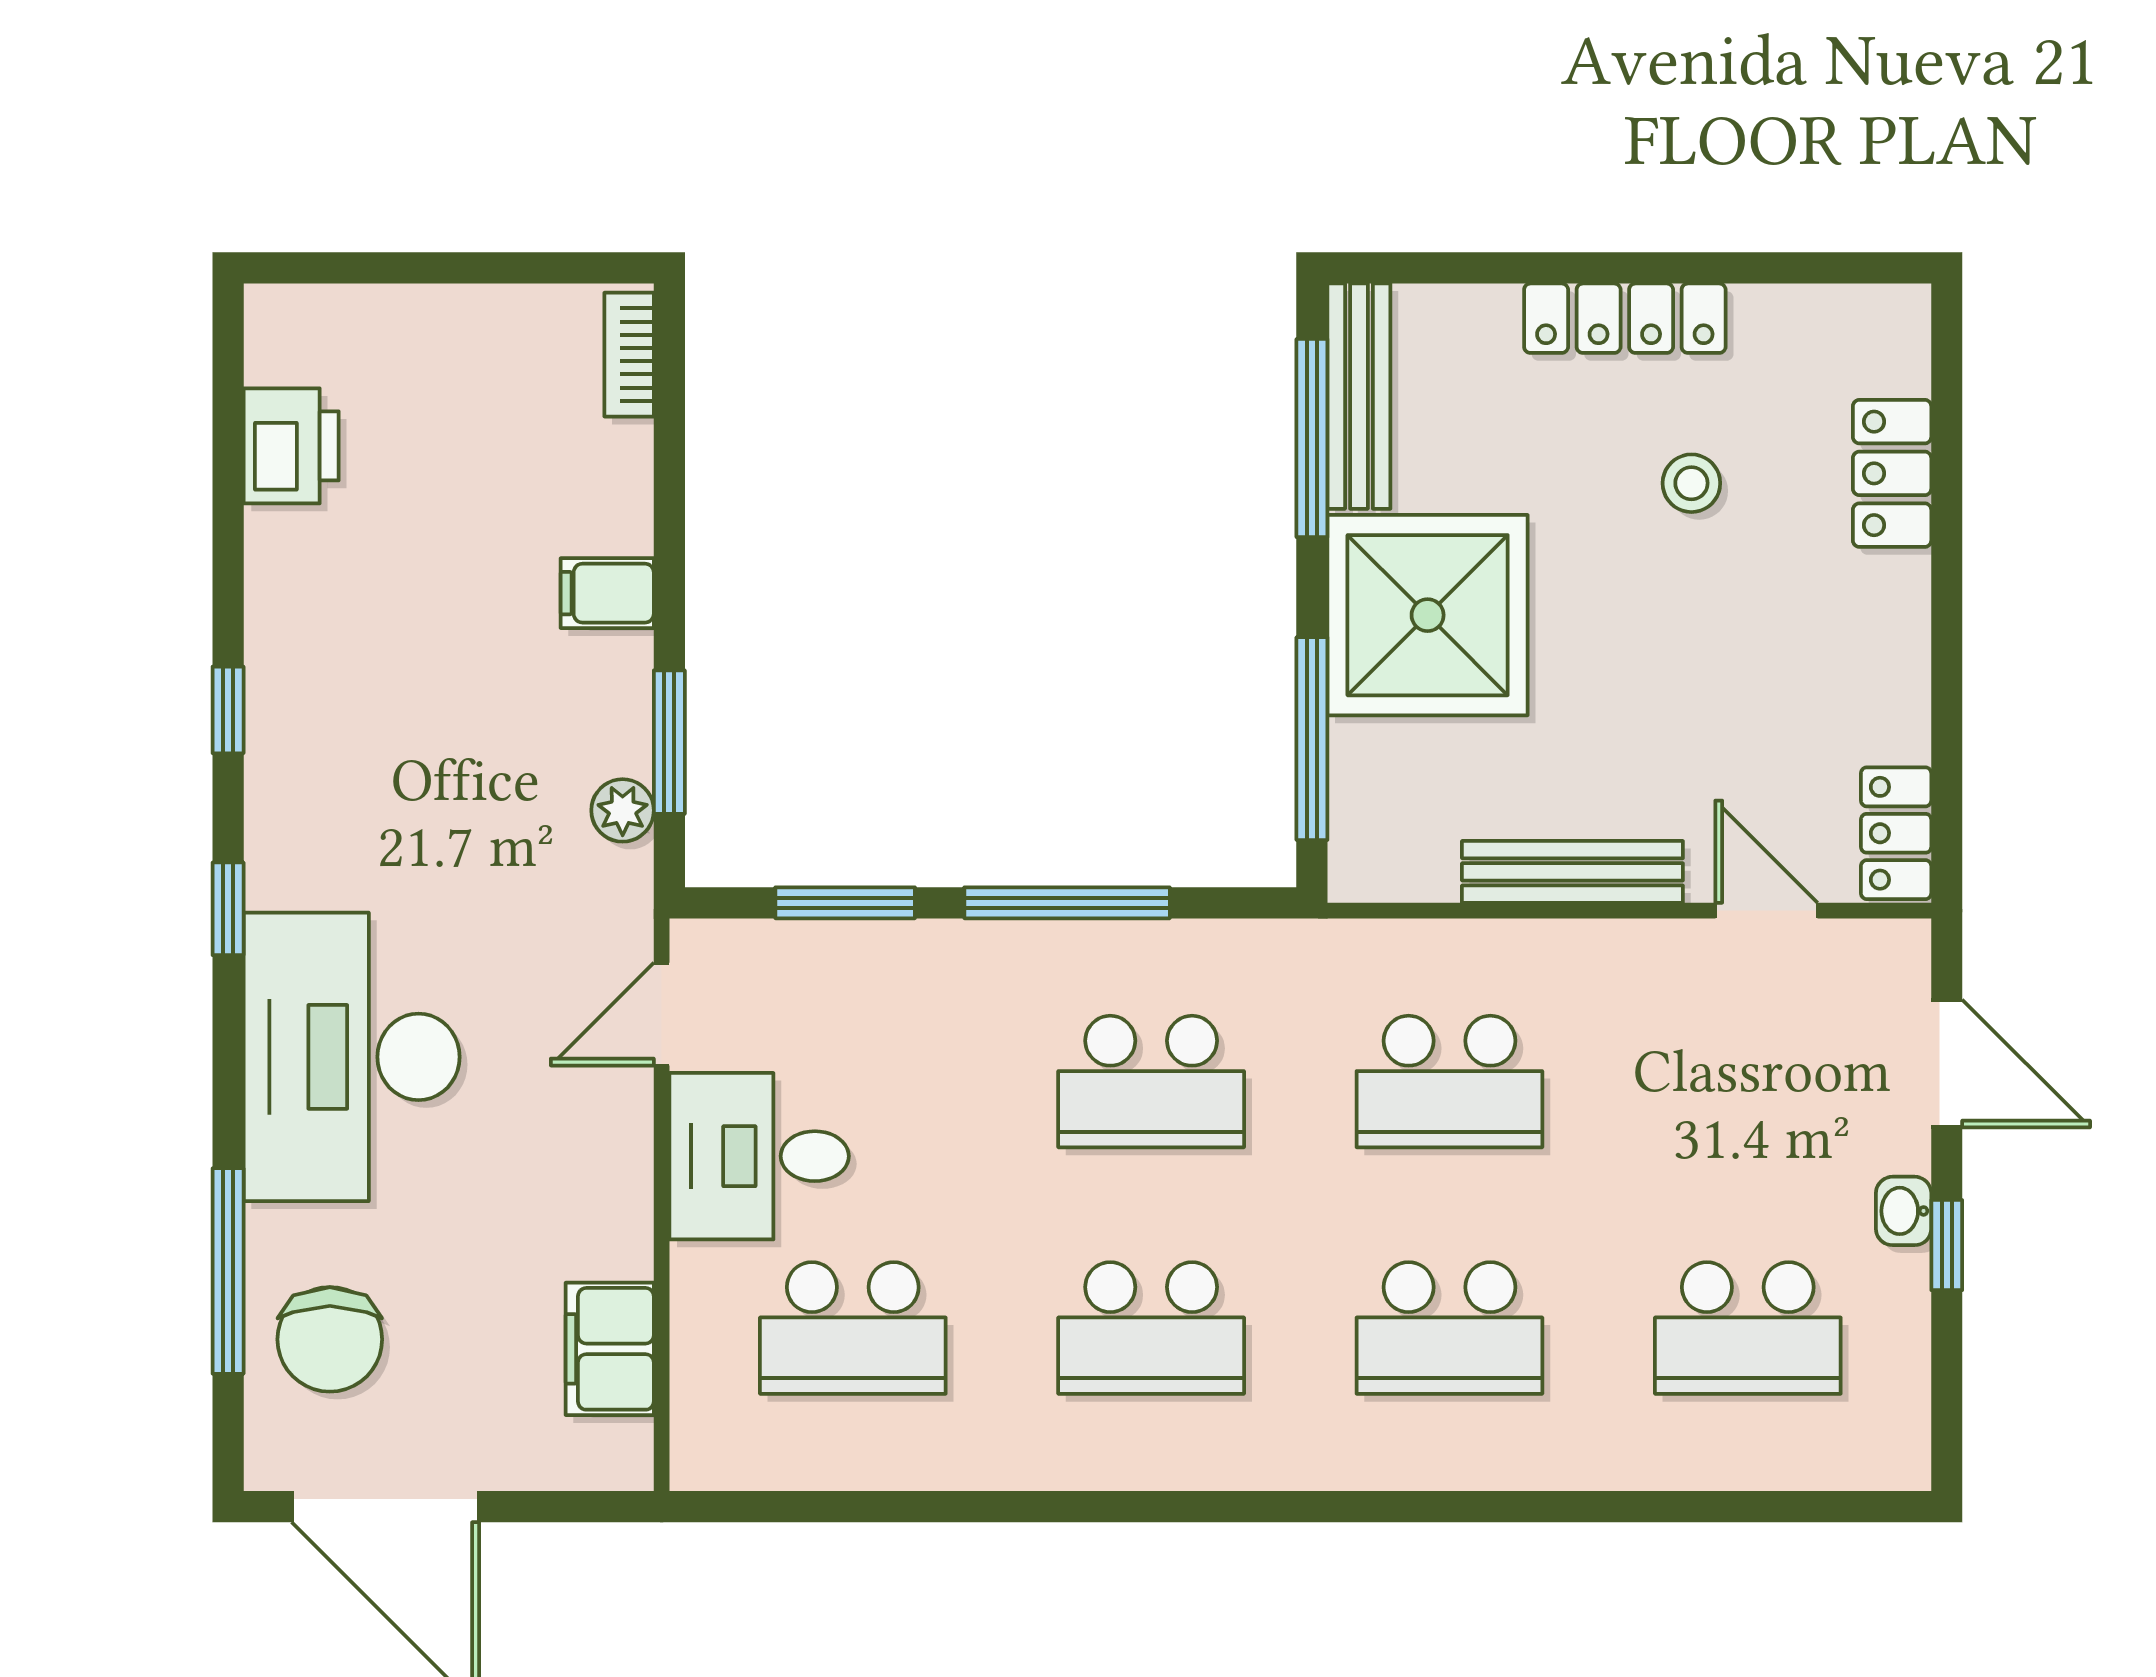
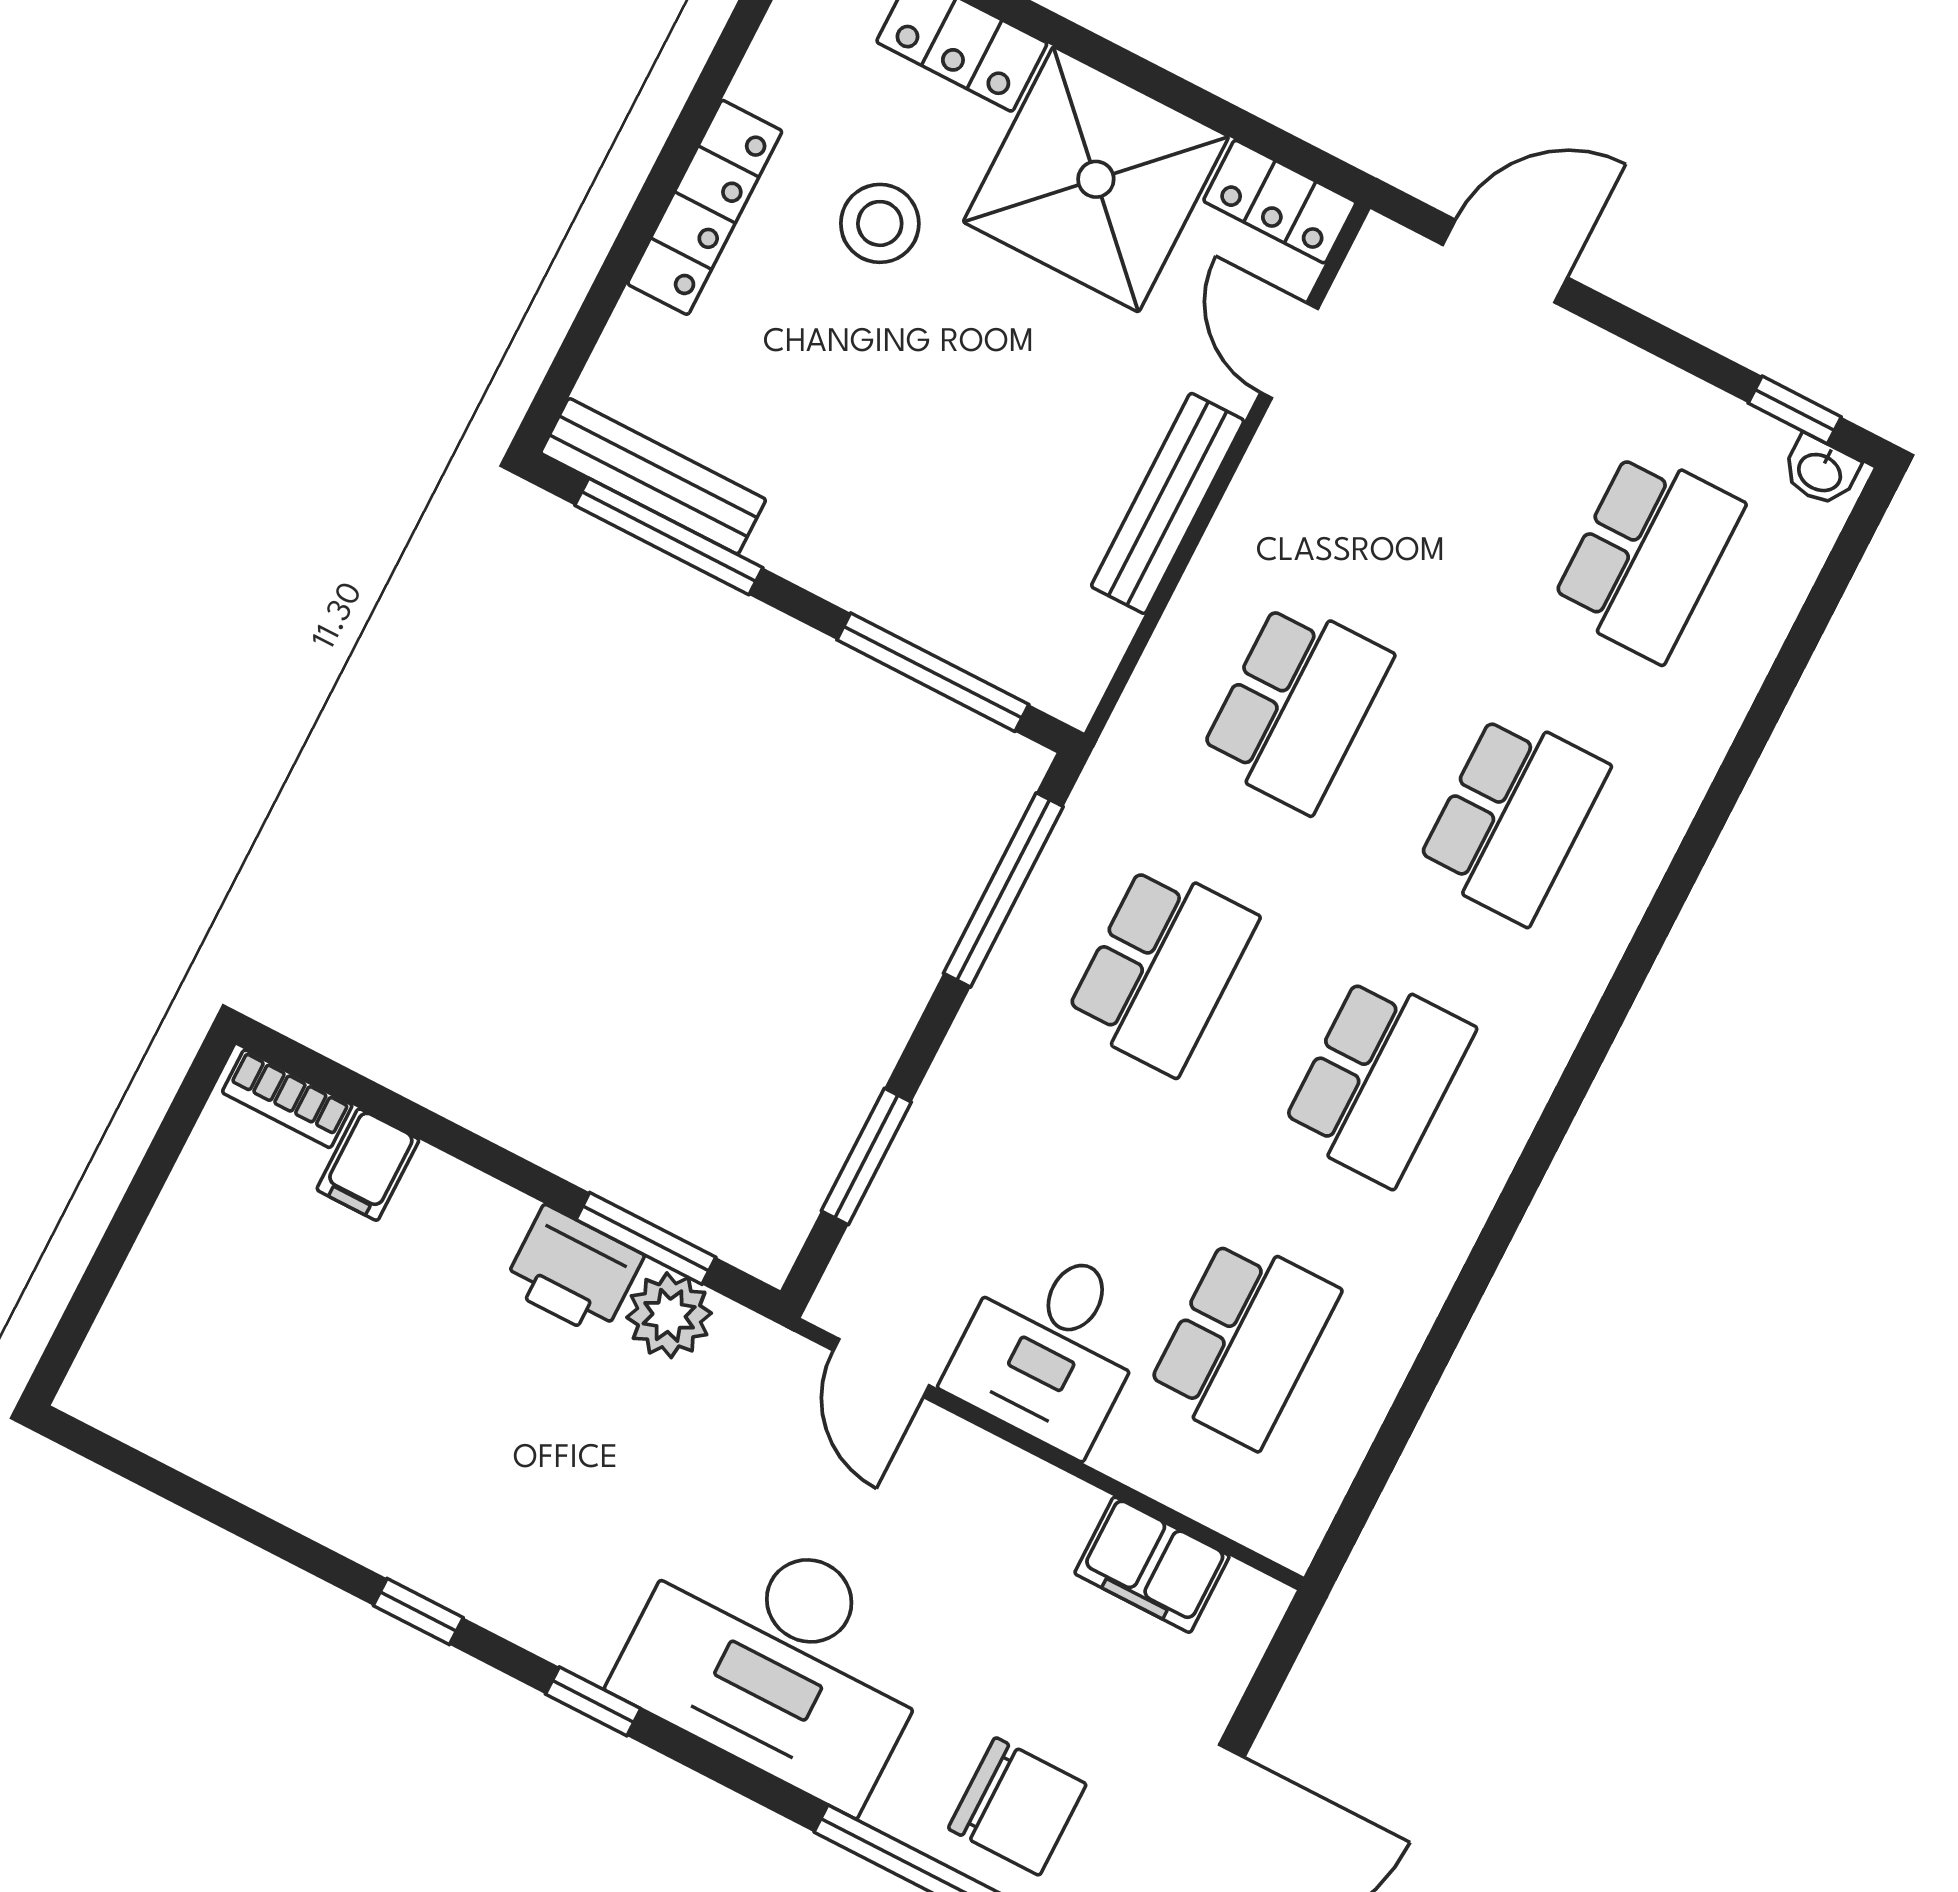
printer: (291, 446) -> (573, 1271), moved, turned 180
stool: (1691, 483) -> (880, 223), width x1.37, depth x1.37
filing cabinet: (607, 593) -> (368, 1165), moved
shower: (1428, 615) -> (1096, 179), moved
plant: (623, 810) -> (669, 1315), width x1.38, depth x1.38
window: (1067, 903) -> (1003, 890), moved
door: (1766, 911) -> (1289, 351), hinge flipped
washbasin: (1904, 1211) -> (1820, 471), moved
window: (1947, 1245) -> (1795, 410), moved

